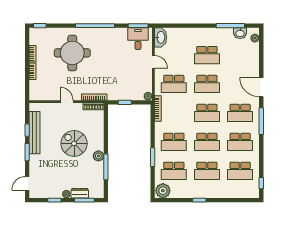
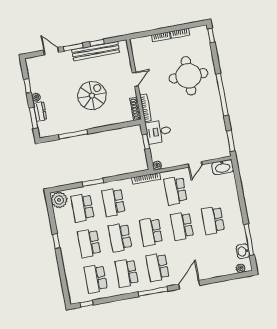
desk: (138, 39) -> (158, 132), moved, turned 180
plant: (98, 156) -> (83, 124), removed
door: (27, 183) -> (51, 51), moved

